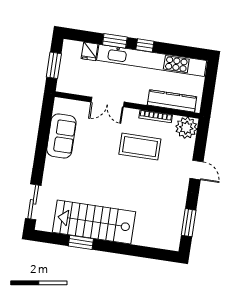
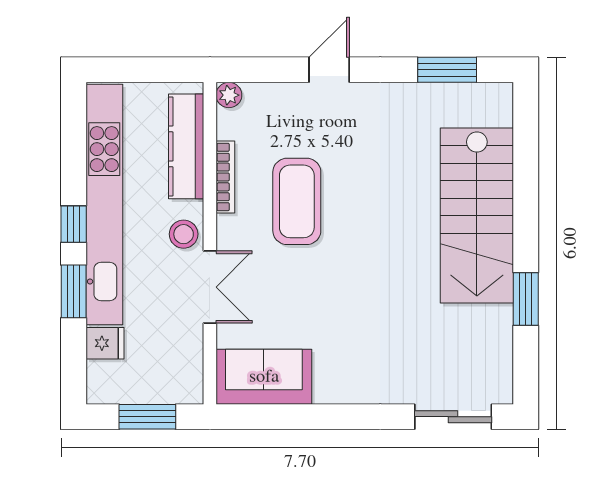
stool: (133, 94) -> (184, 234), added
plant: (186, 128) -> (229, 95), width x0.53, depth x0.53
sofa: (61, 136) -> (264, 377), moved
stairs: (94, 222) -> (477, 216), moved

